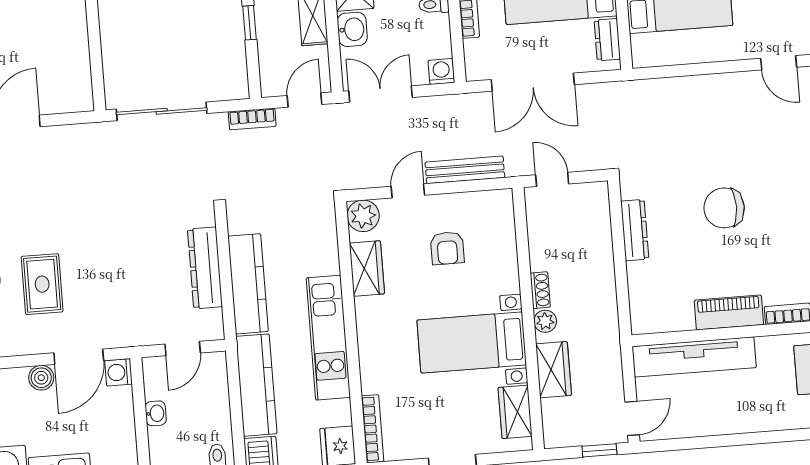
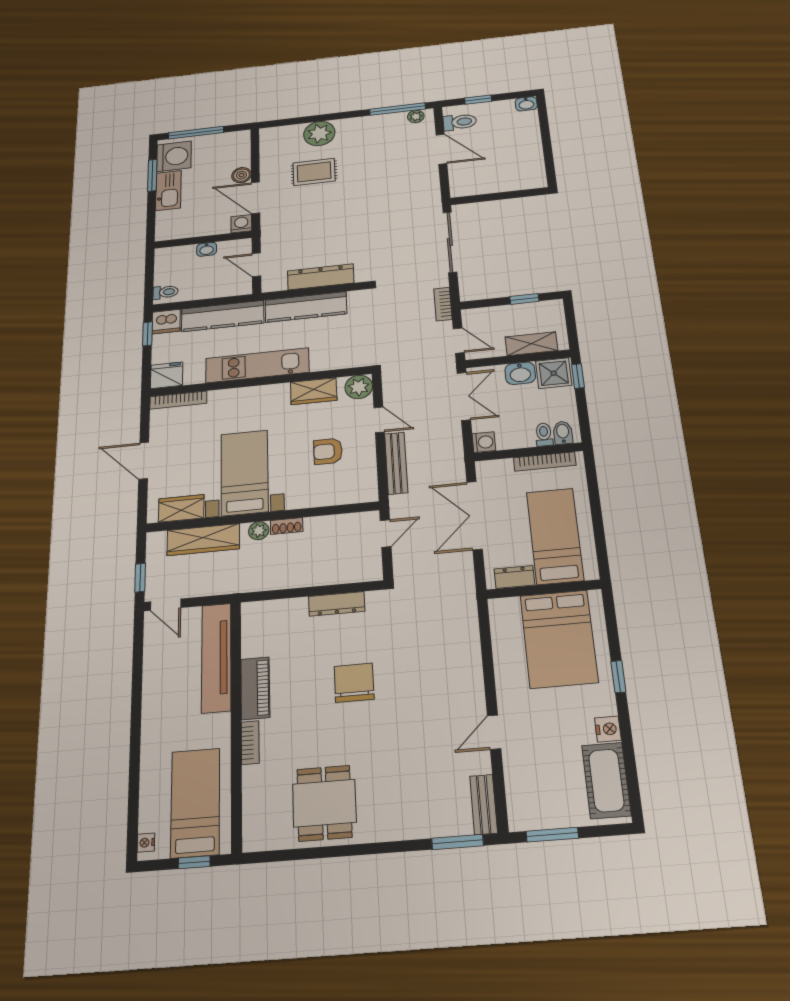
wardrobe: (554, 370) -> (203, 540), width x1.50

